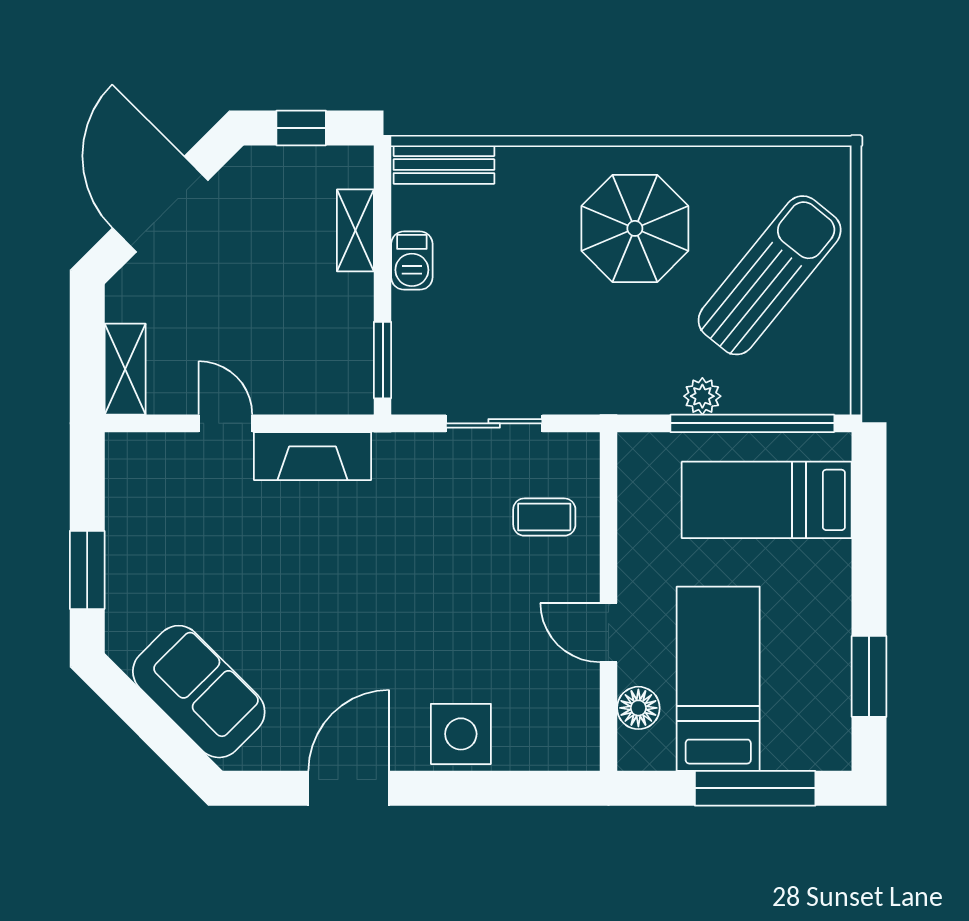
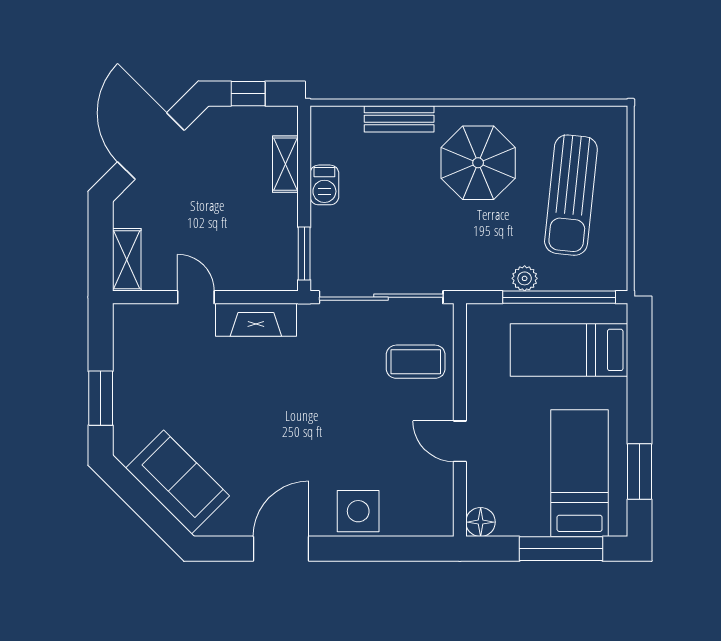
bench: (444, 165) -> (399, 119), moved
sun lounger: (770, 275) -> (571, 195), turned 147
sliding door: (494, 423) -> (381, 297), width x1.86
coffee table: (544, 517) -> (416, 362), width x1.36, depth x1.30
bed: (718, 679) -> (580, 473), moved
floor lamp: (638, 708) -> (481, 522), moved

